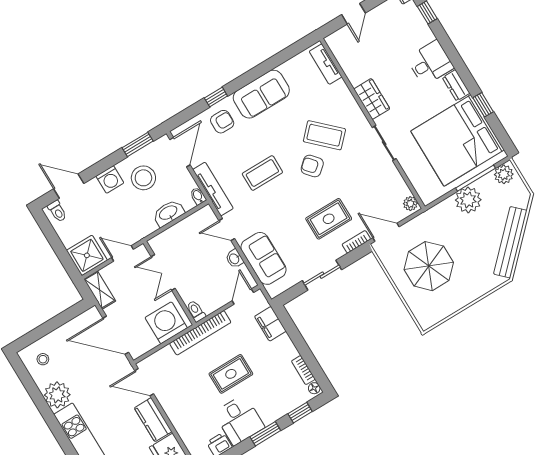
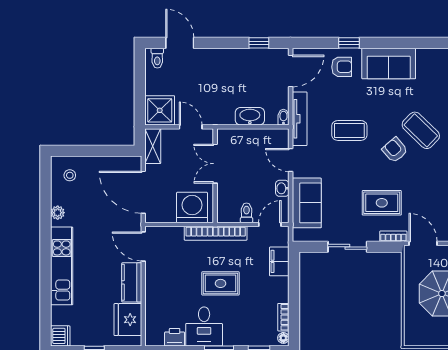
window: (138, 144) -> (259, 43), width x0.67
stool: (143, 178) -> (247, 74), removed
washing machine: (110, 179) -> (218, 58), removed
toilet: (196, 311) -> (247, 213), moved
plant: (57, 395) -> (58, 213), width x0.53, depth x0.53

